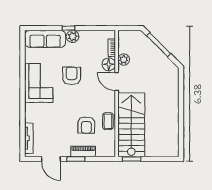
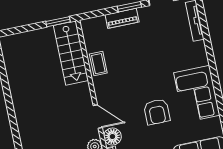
armchair: (86, 125) -> (125, 53), removed
stairs: (131, 125) -> (71, 53), width x0.73, depth x0.66

